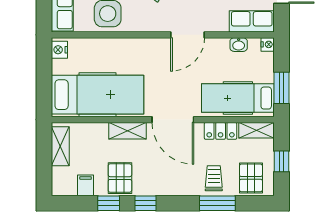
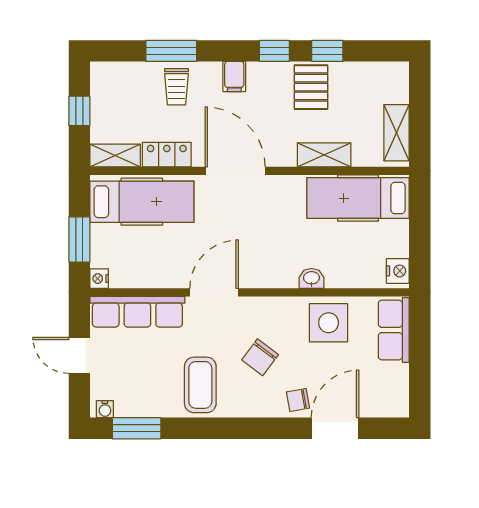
row of seats: (252, 21) -> (137, 312), width x1.48
washbasin: (239, 45) -> (311, 278), moved
window: (282, 88) -> (79, 239), moved
hospital bed: (98, 95) -> (358, 198), width x0.73, depth x0.78
shelving: (127, 131) -> (324, 155), moved
pallet: (251, 178) -> (123, 87), removed
filing cabinet: (86, 185) -> (234, 76), moved

